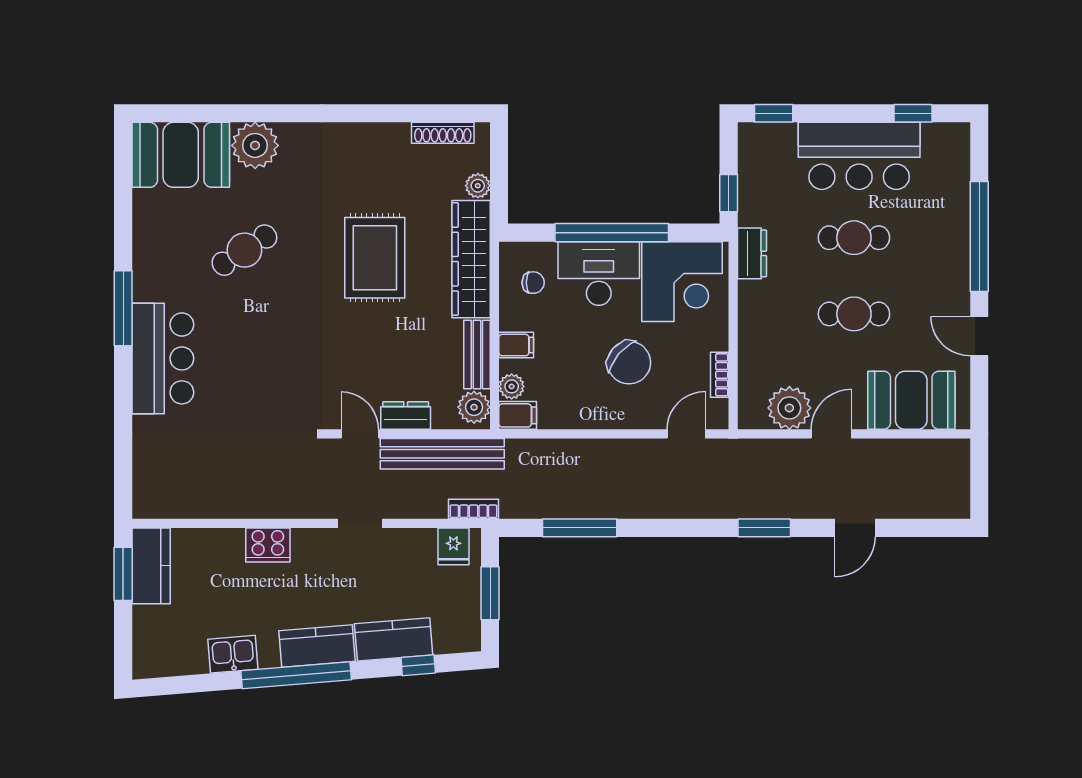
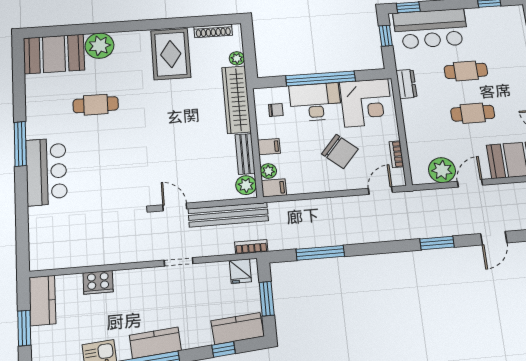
bar counter: (859, 156) -> (431, 29), moved
window: (729, 193) -> (386, 36), moved
cafe table: (244, 250) -> (96, 105), turned 33
rug: (375, 258) -> (171, 54), moved
dresser: (406, 416) -> (203, 194), removed
cooker: (268, 545) -> (98, 282), moved
window: (123, 574) -> (24, 328), moved
kitchen counter: (394, 639) -> (237, 329), moved

